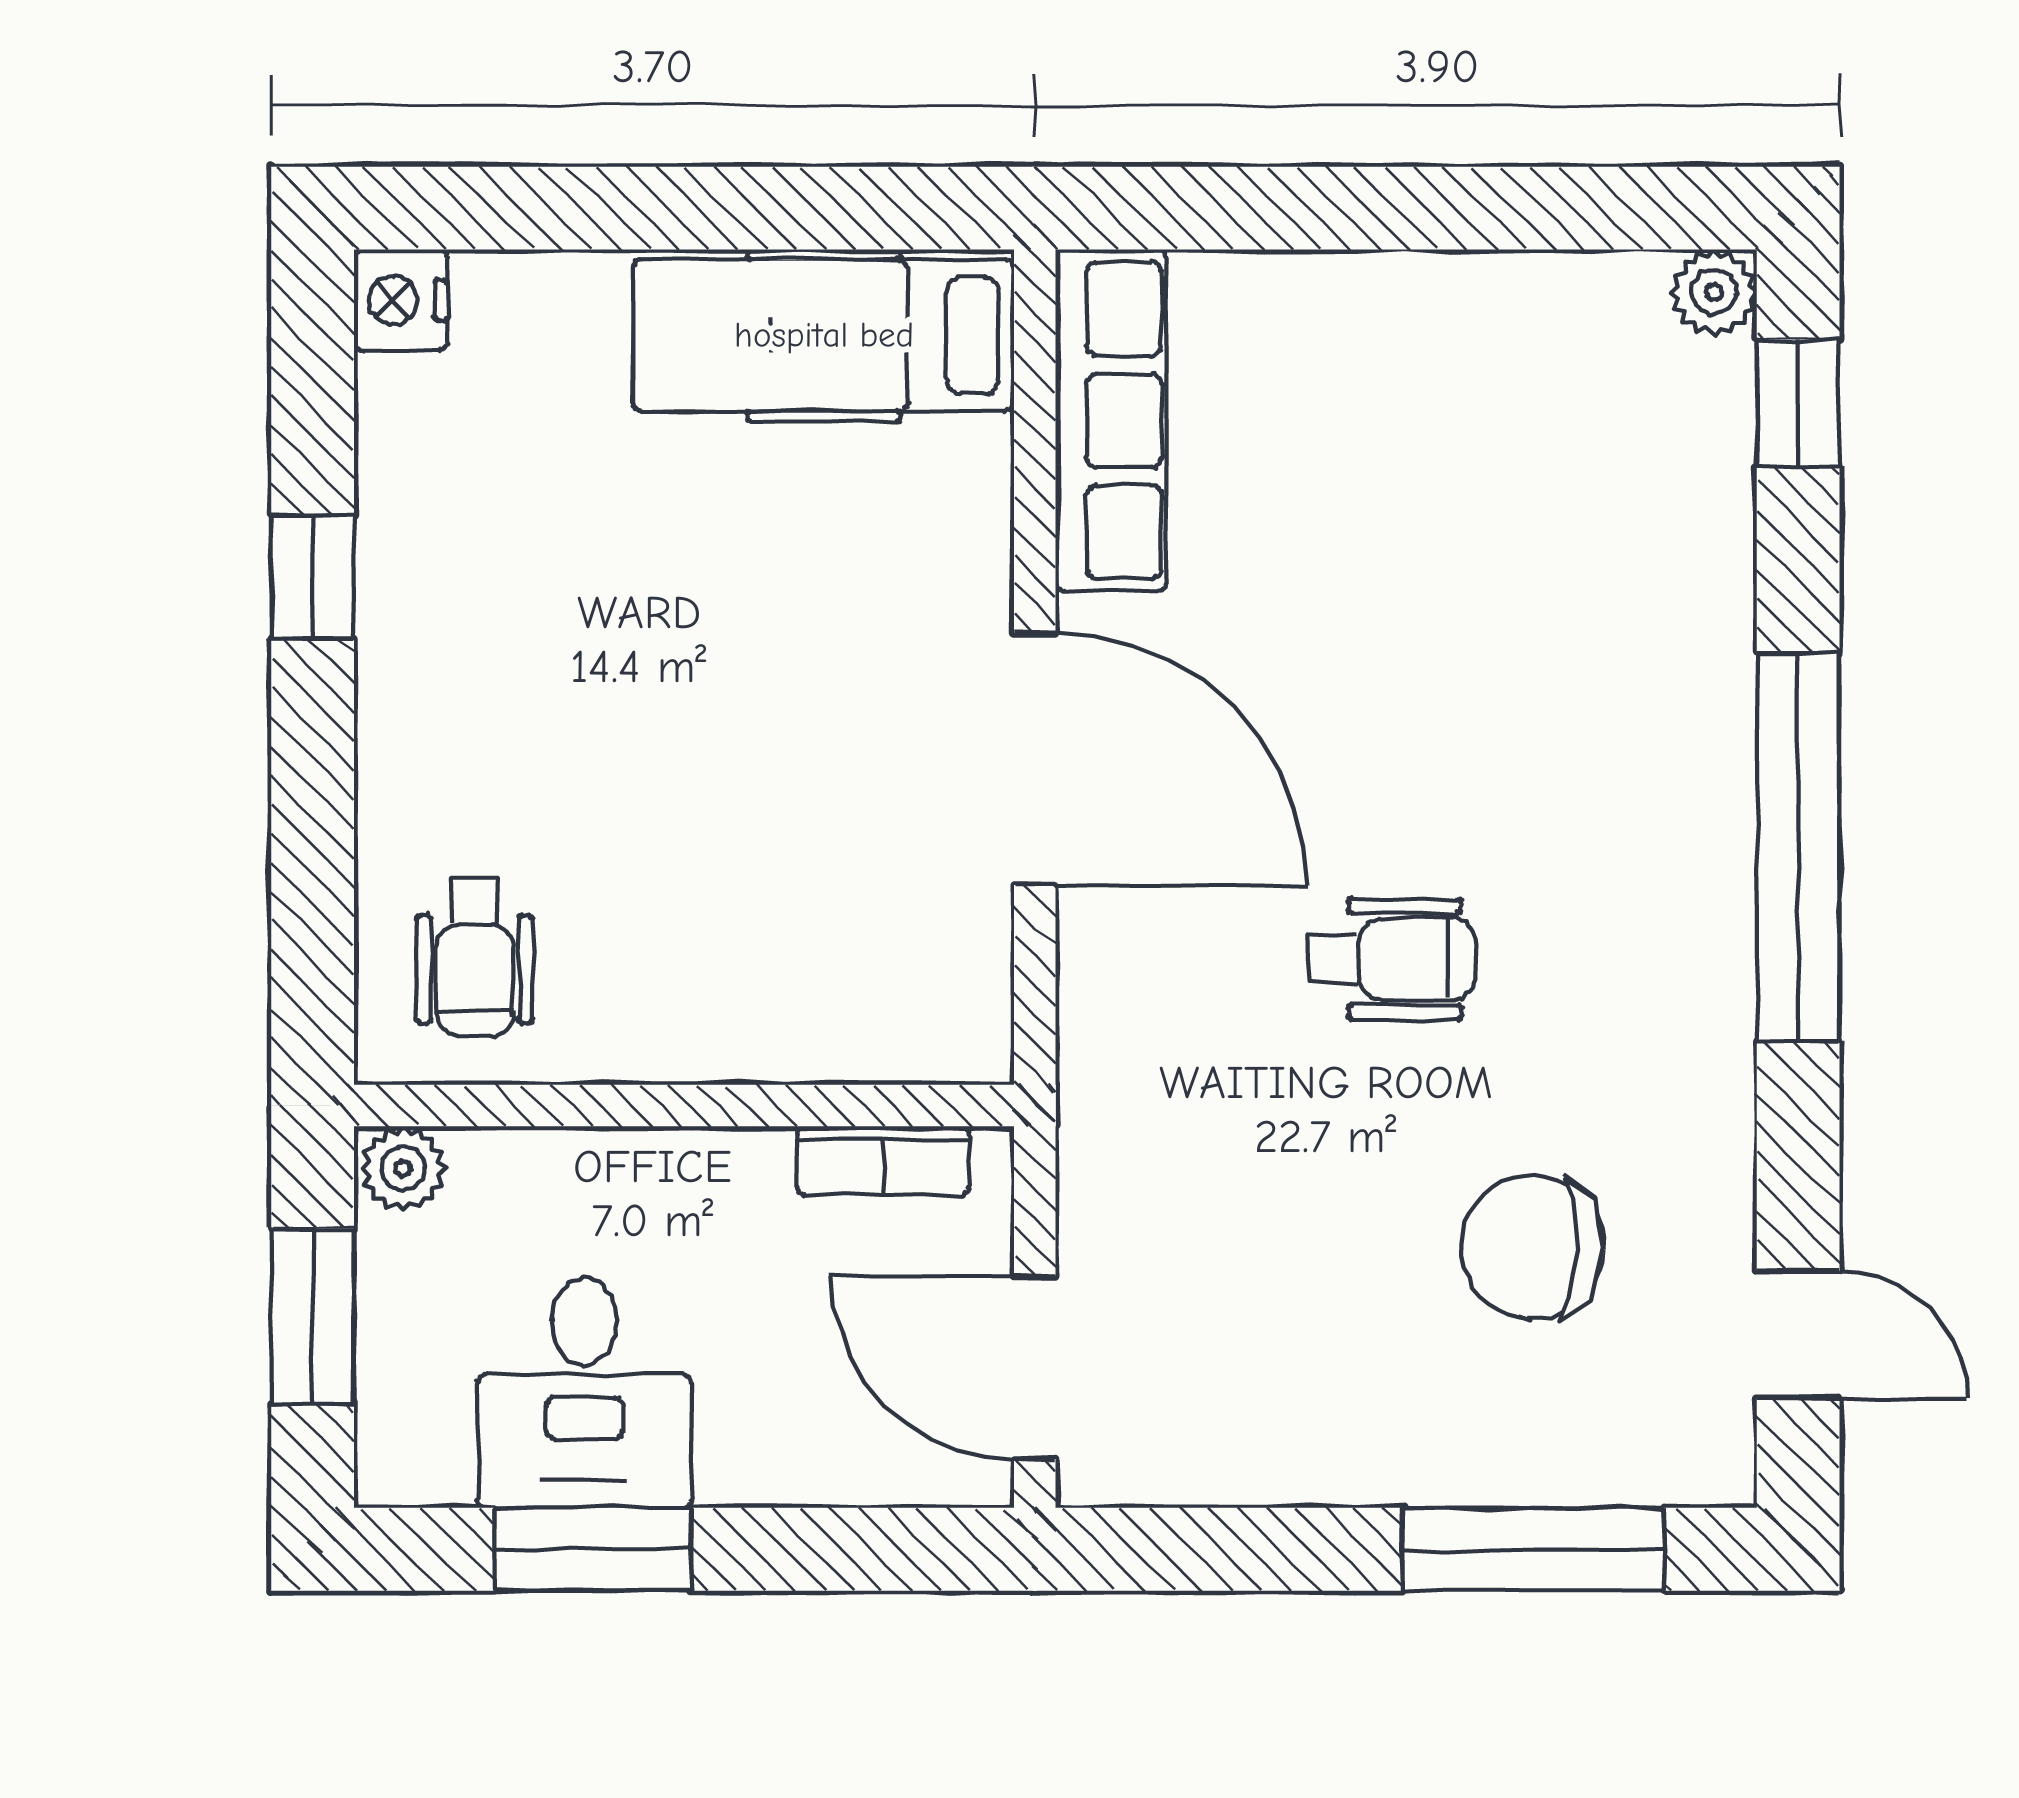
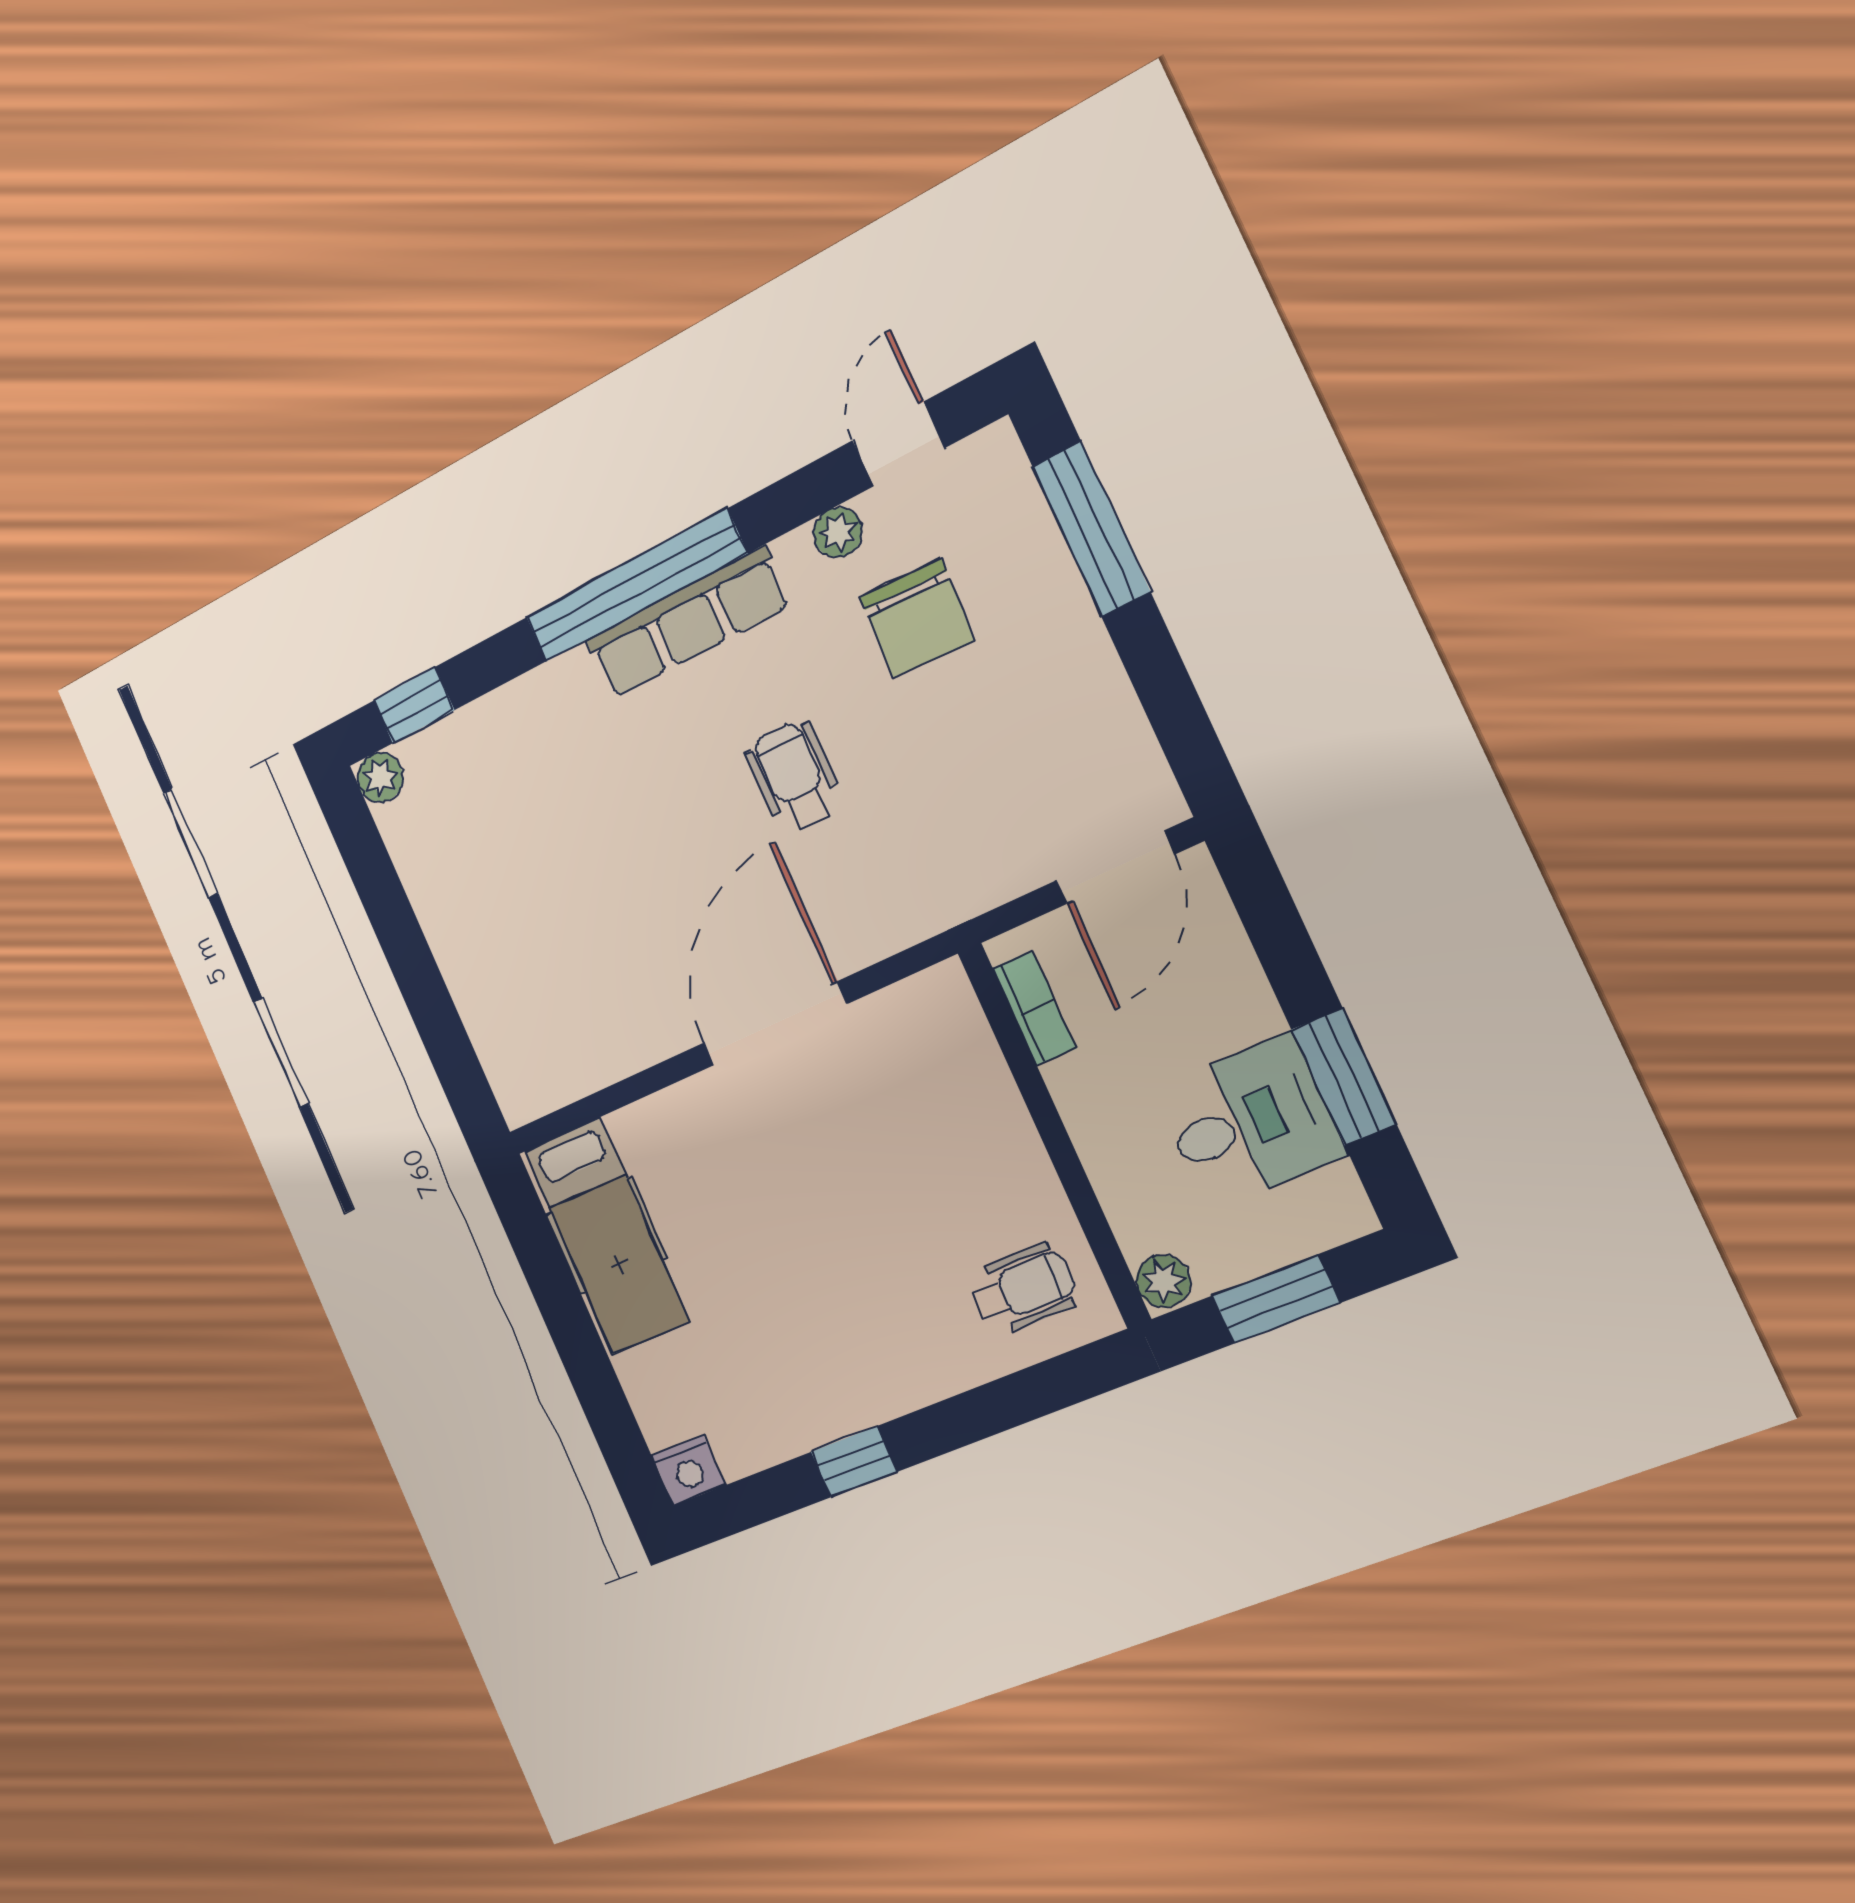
row of seats: (1111, 420) -> (687, 623), moved, turned 180
plant: (1717, 1189) -> (838, 533), added

